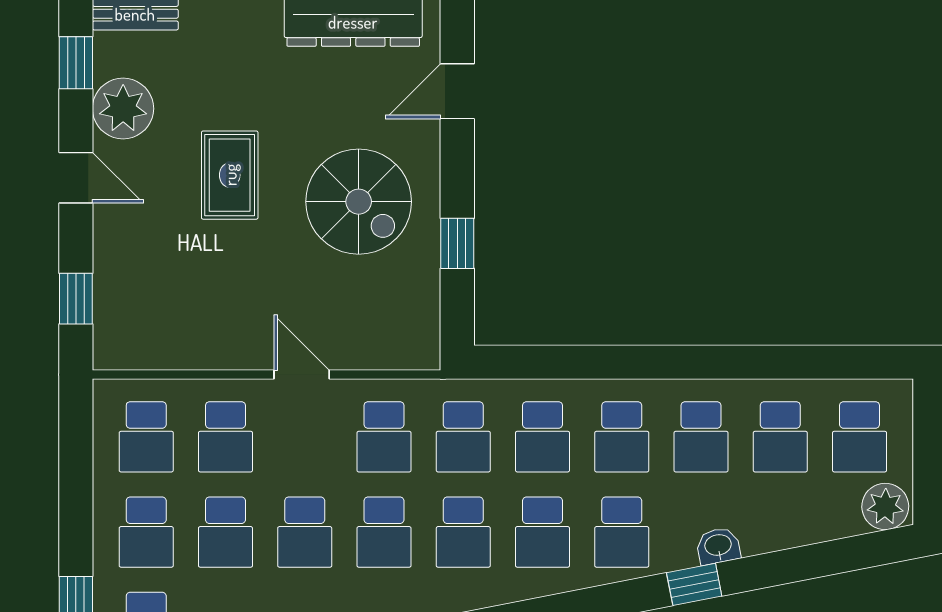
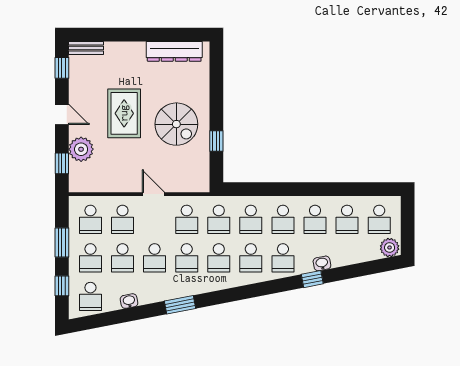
door: (457, 91) -> (216, 79), removed
plant: (123, 109) -> (81, 149), moved
rug: (230, 175) -> (124, 113), width x1.36, depth x1.43
window: (76, 494) -> (62, 242), added

